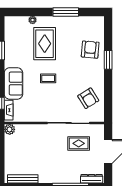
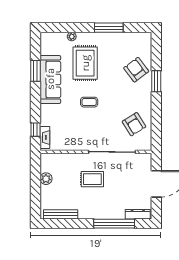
armchair: (90, 50) -> (136, 70), turned -42
sofa: (13, 83) -> (50, 79), moved, width x1.36
plant: (10, 129) -> (46, 179), moved
rug: (79, 143) -> (92, 179), moved

